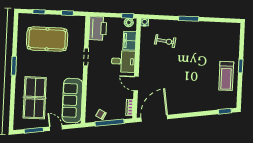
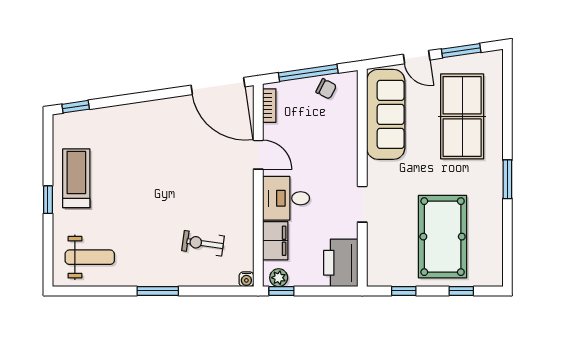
weight bench: (221, 37) -> (90, 257), added
pool table: (47, 39) -> (443, 237), turned 90
door: (154, 118) -> (218, 86), hinge flipped

